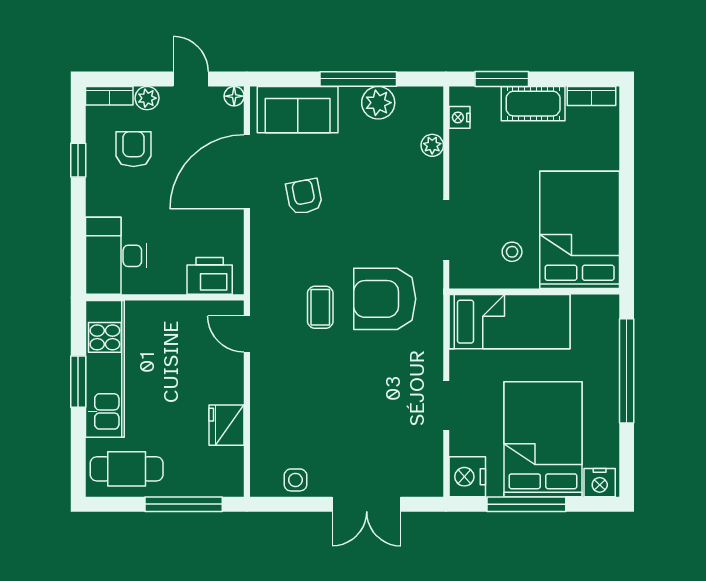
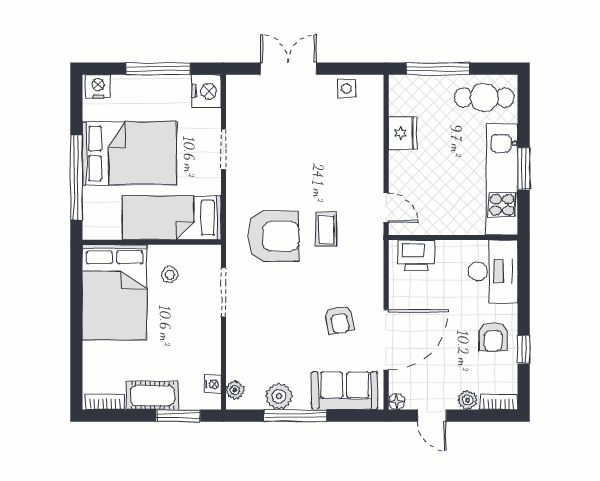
plant: (432, 145) -> (235, 390), moved
armchair: (133, 149) -> (493, 337), moved
bed: (543, 439) -> (129, 153), moved, turned -90

